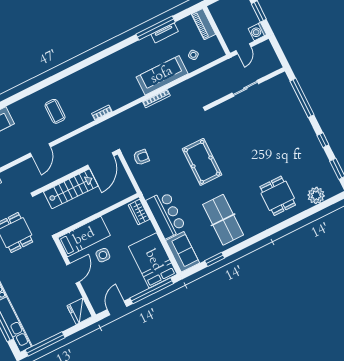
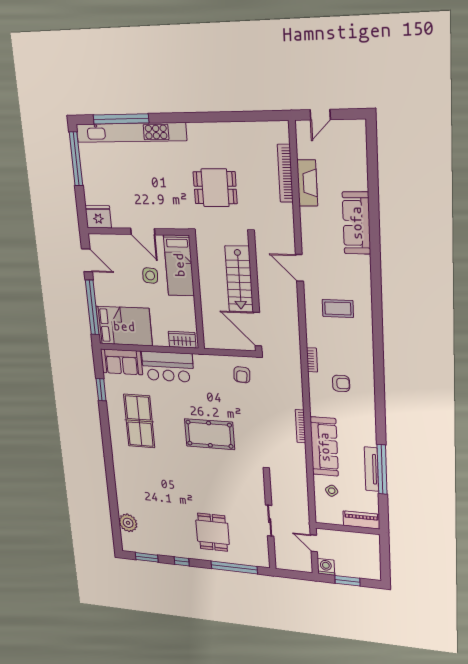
tv unit: (165, 33) -> (371, 469), width x1.41
armchair: (108, 85) -> (341, 383), added
dining table: (278, 196) -> (213, 532), moved, turned 90
table tennis table: (223, 220) -> (139, 421), turned 90

